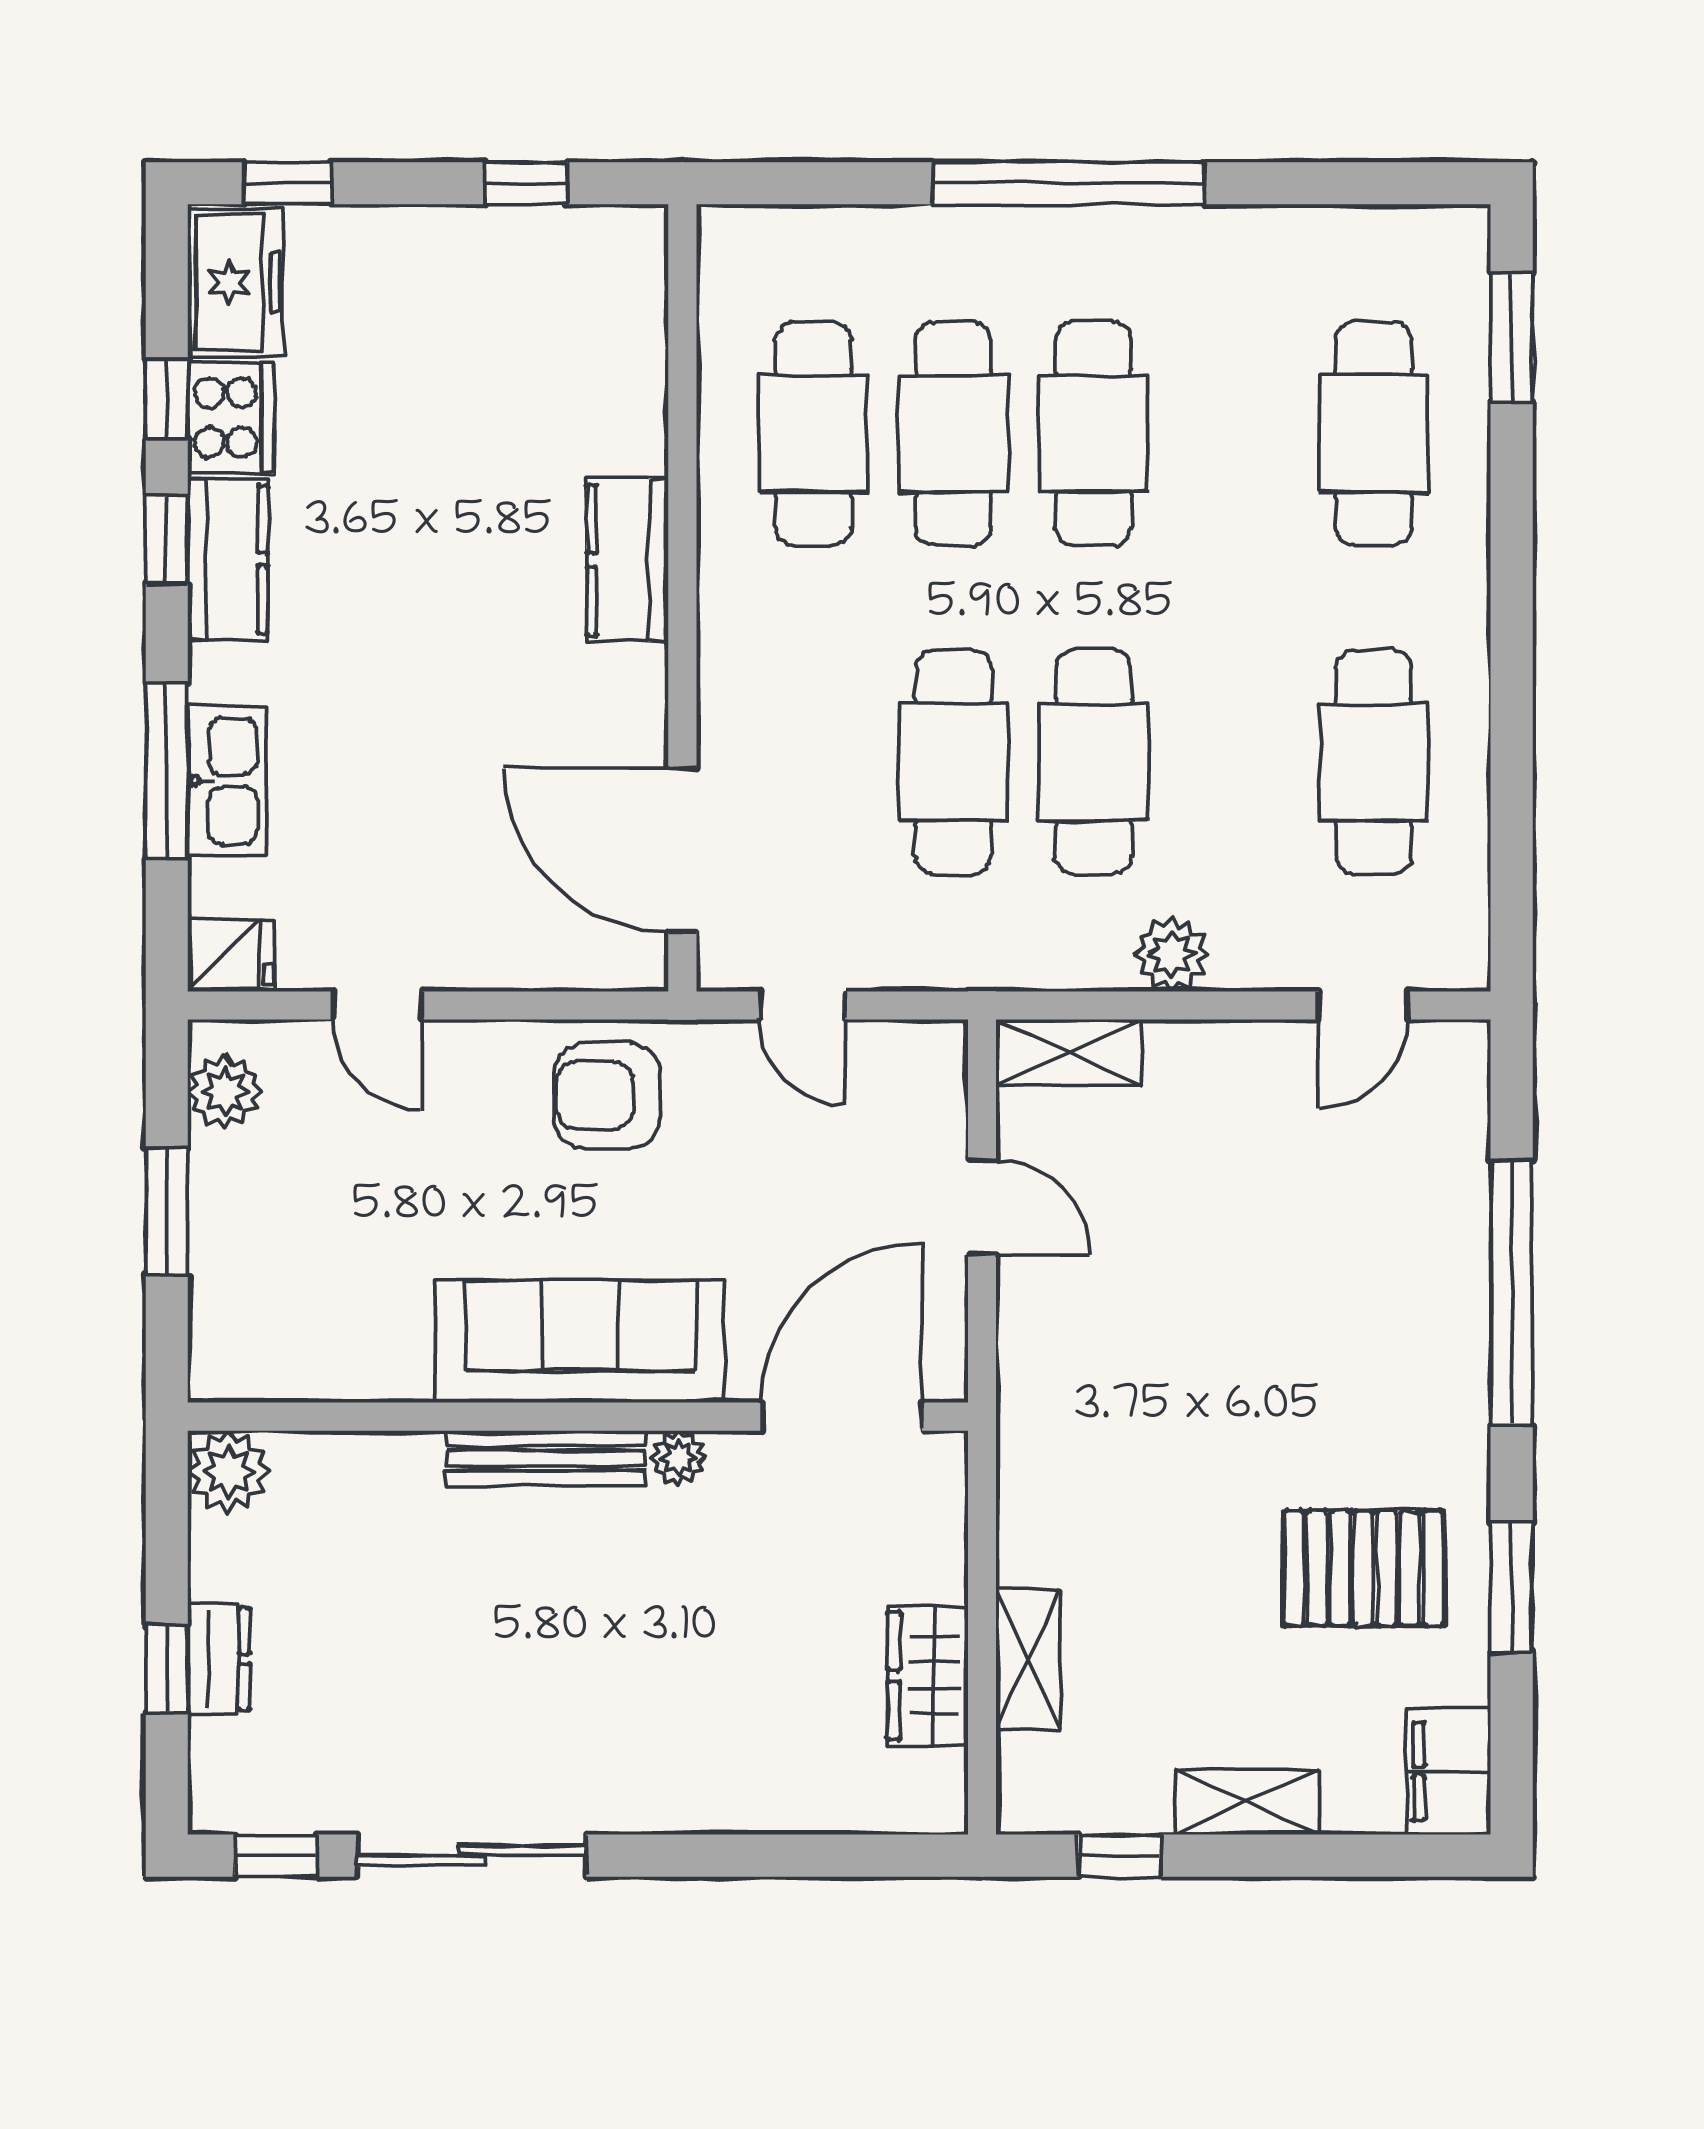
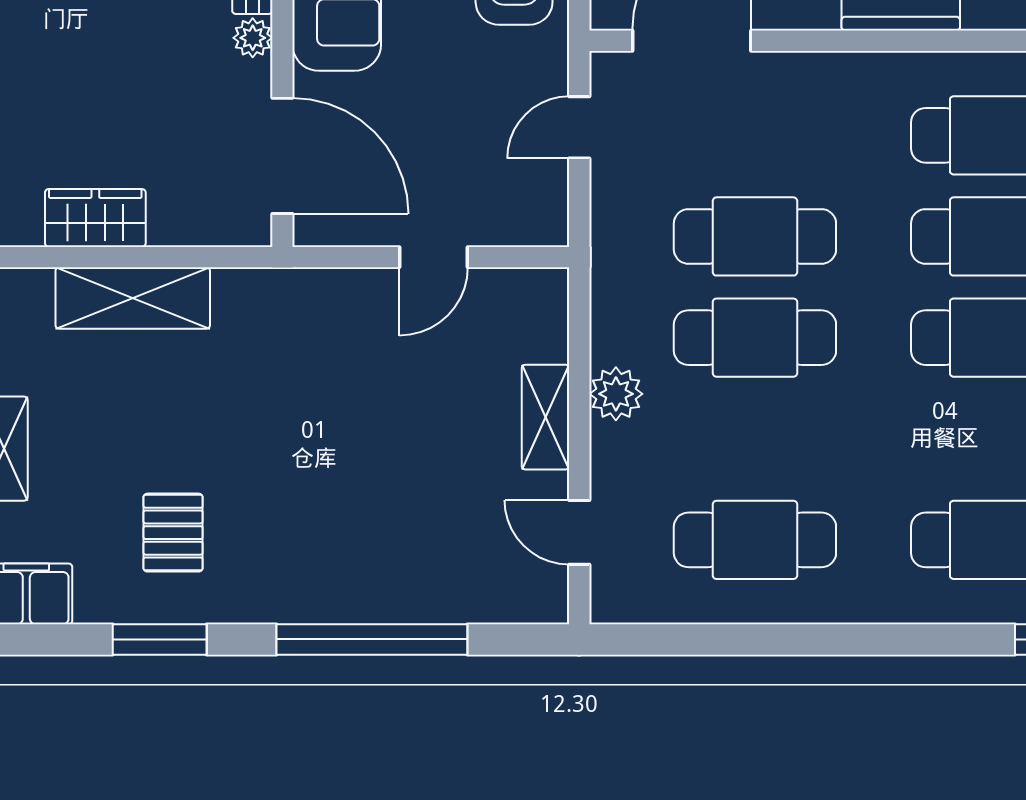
shelving: (1069, 1052) -> (546, 417), moved
pallet: (1364, 1568) -> (173, 533), width x0.67, depth x0.71
shelving: (1028, 1660) -> (133, 298), width x1.50, depth x1.33

